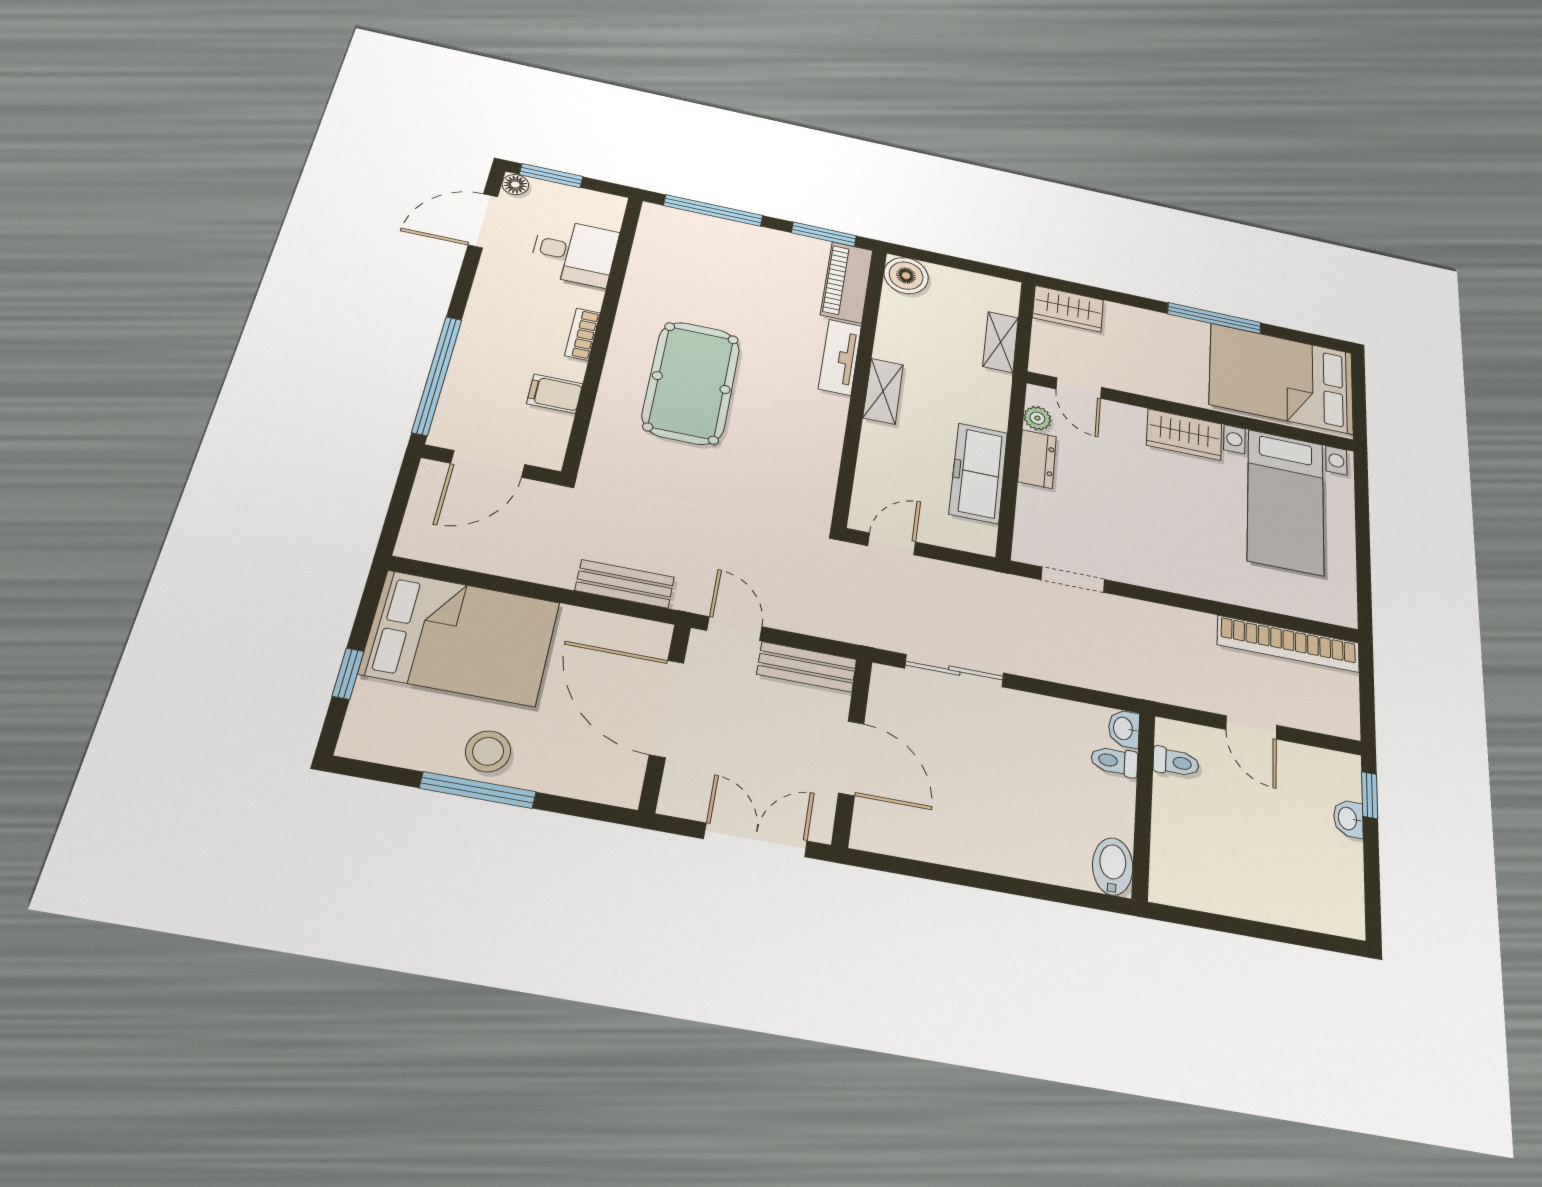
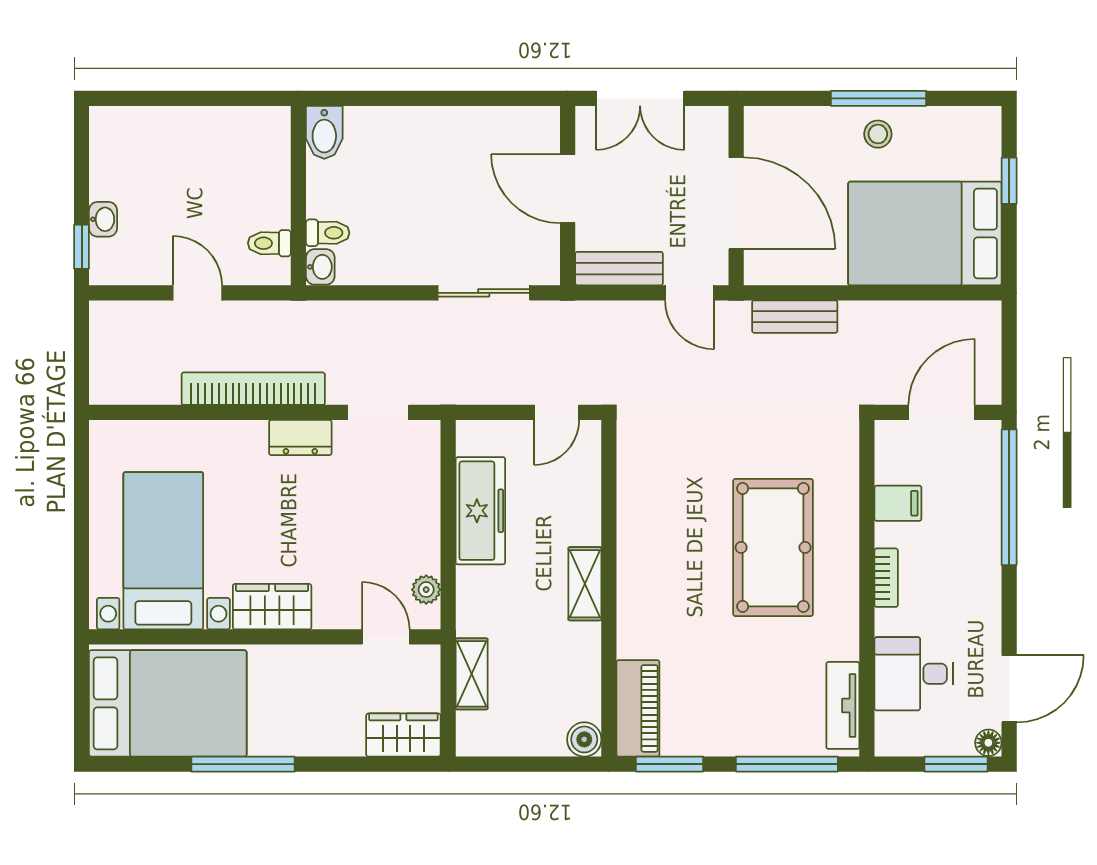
boiler: (906, 276) -> (584, 739), width x0.73, depth x0.73
tv unit: (840, 357) -> (843, 705), moved, turned 180
dresser: (1037, 459) -> (300, 438), moved, turned -90
bookcase: (1288, 644) -> (253, 389), moved
stool: (488, 751) -> (878, 134), width x0.73, depth x0.73

